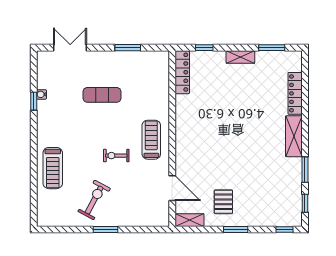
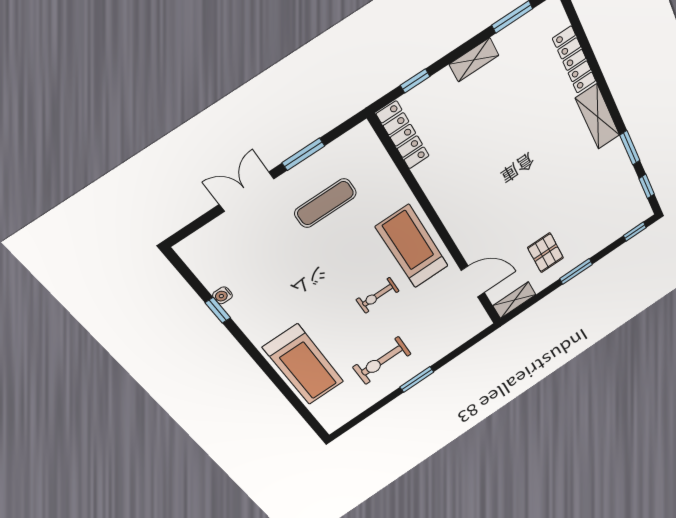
double door: (70, 48) -> (247, 192), moved
exercise mat: (102, 95) -> (325, 203), moved
treadmill: (151, 140) -> (412, 246), width x1.37, depth x1.38
treadmill: (53, 168) -> (304, 365), width x1.37, depth x1.38
exercise bike: (94, 200) -> (382, 361), turned -118

